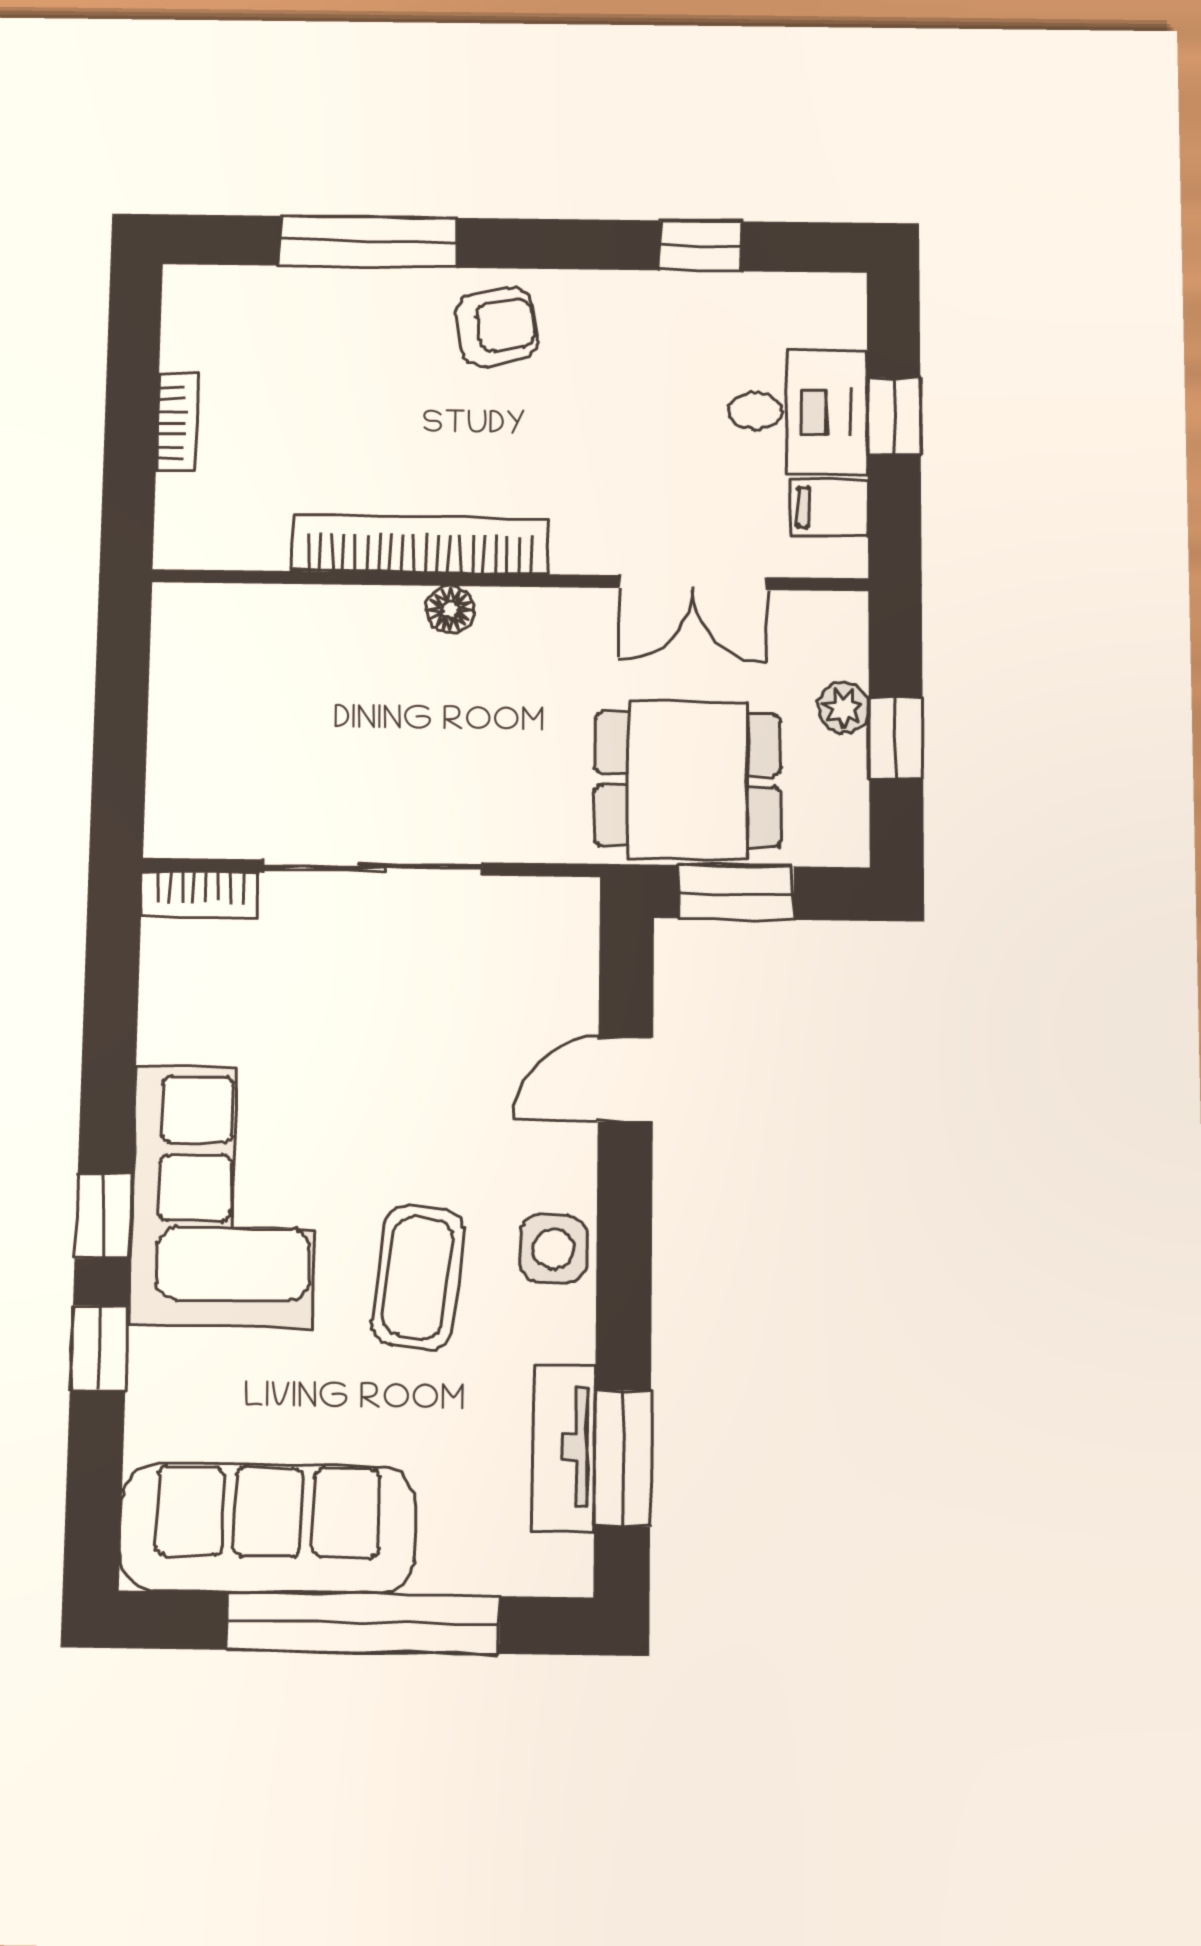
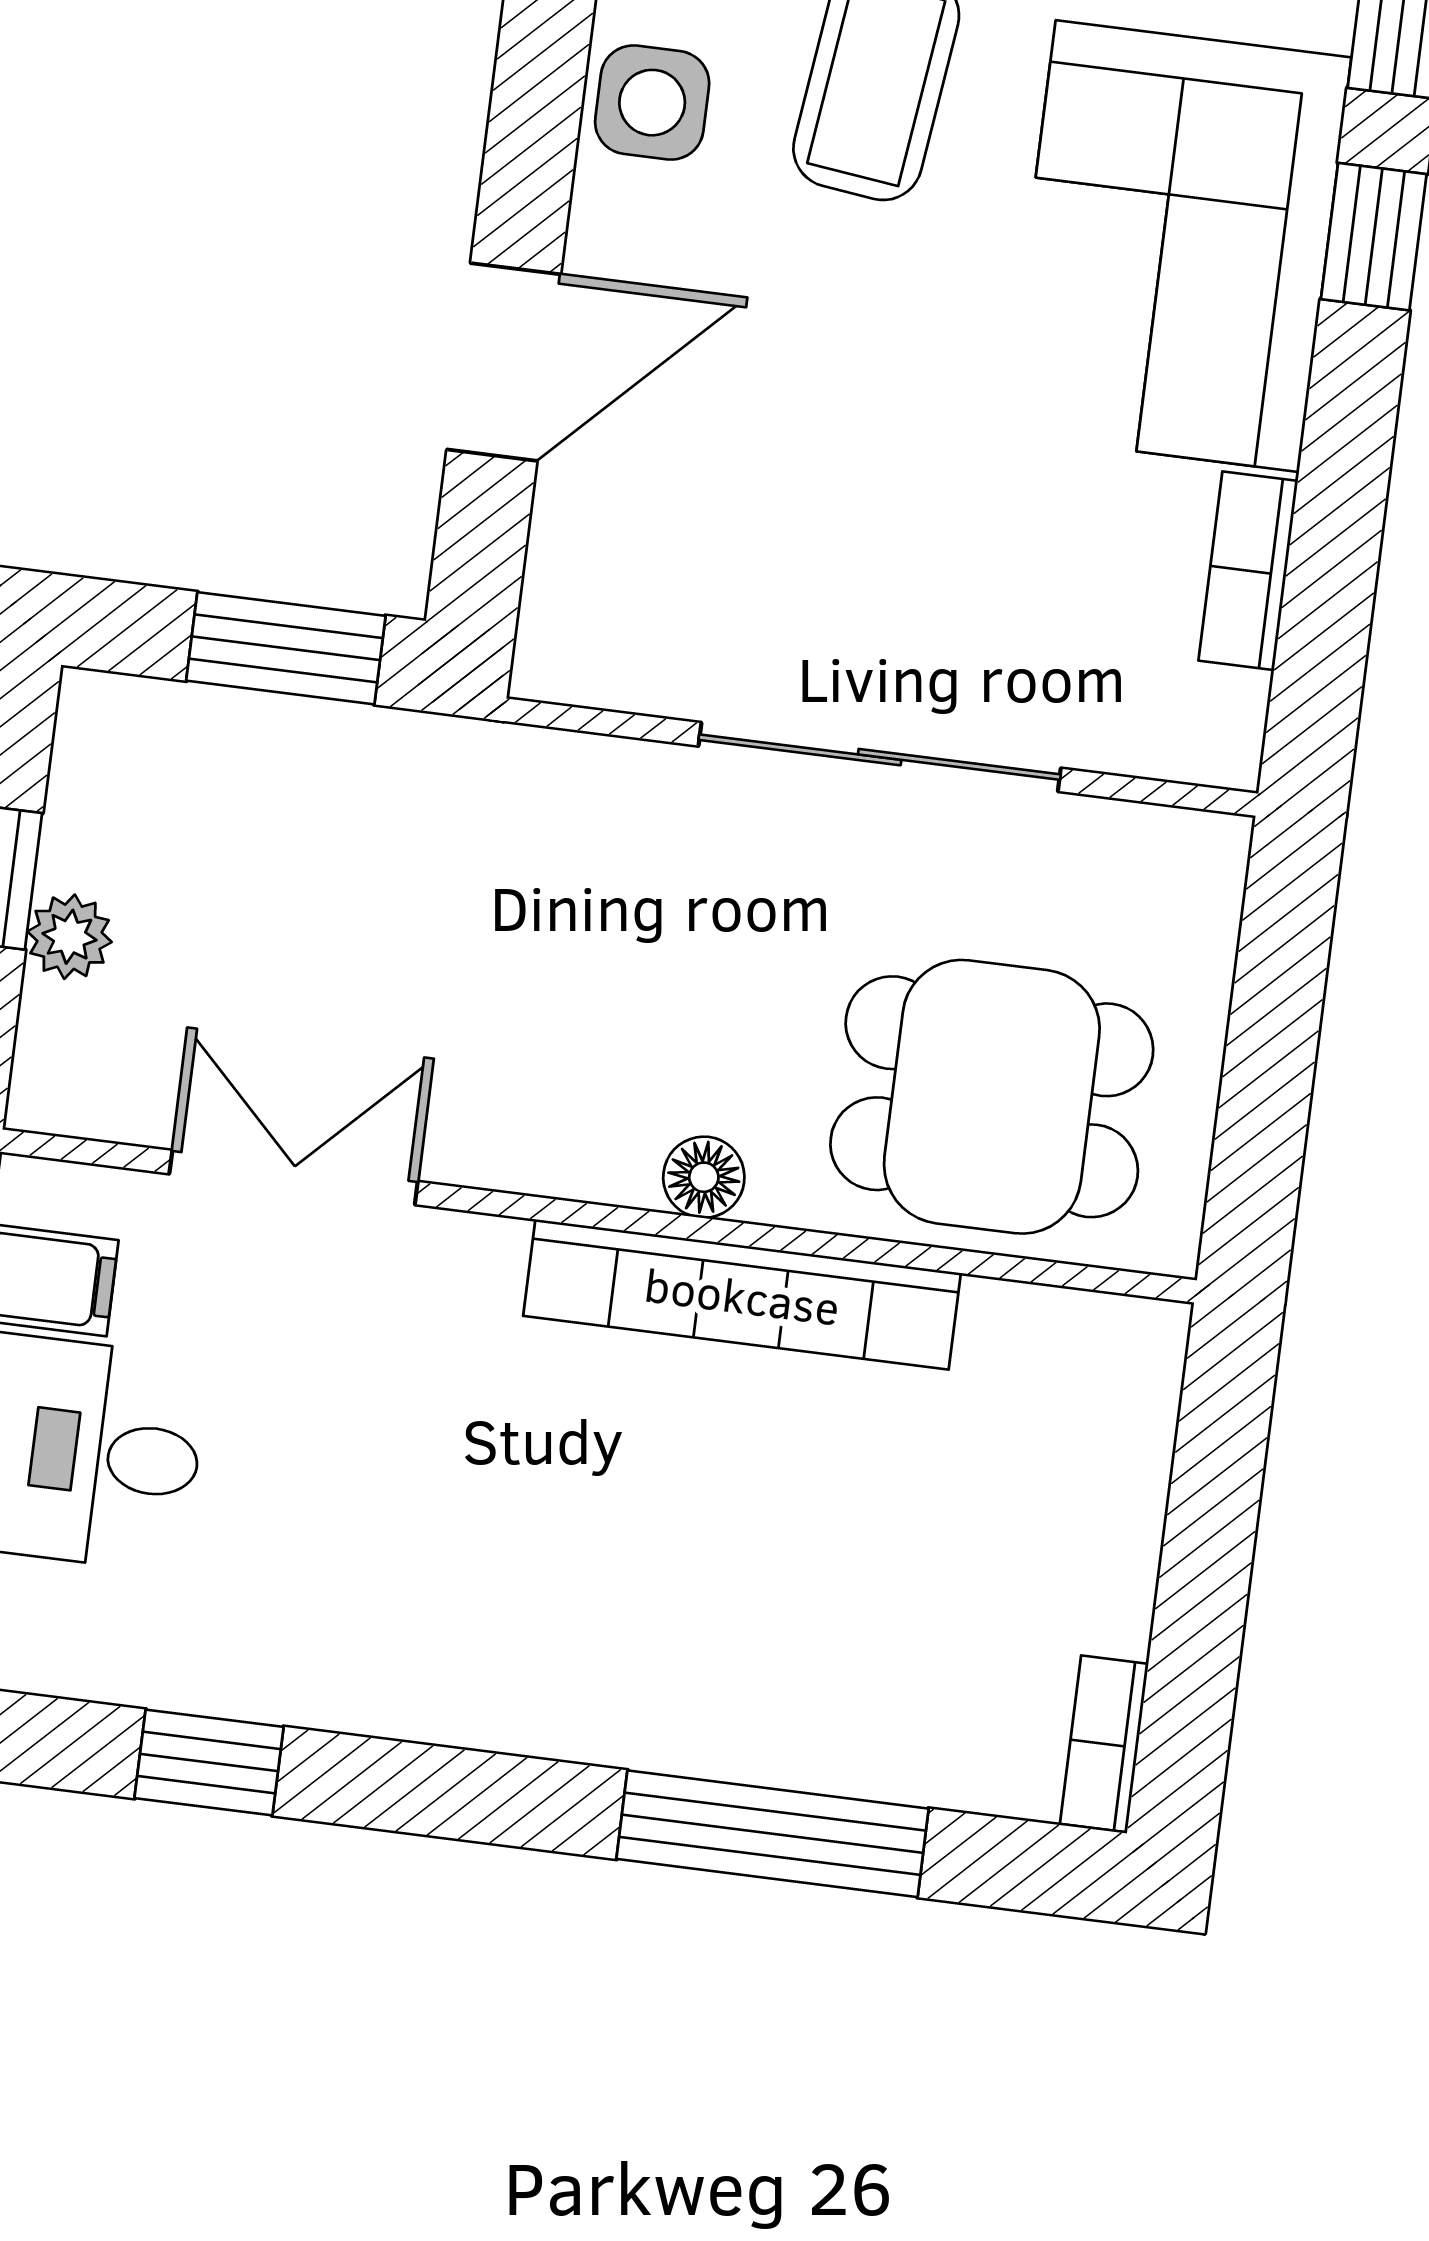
armchair: (496, 327) -> (572, 1659), removed
bookcase: (177, 422) -> (1104, 1744), moved
dining table: (688, 780) -> (992, 1097), moved
bookcase: (199, 895) -> (1248, 571), moved, turned -90
door: (626, 1080) -> (504, 362), width x1.37

